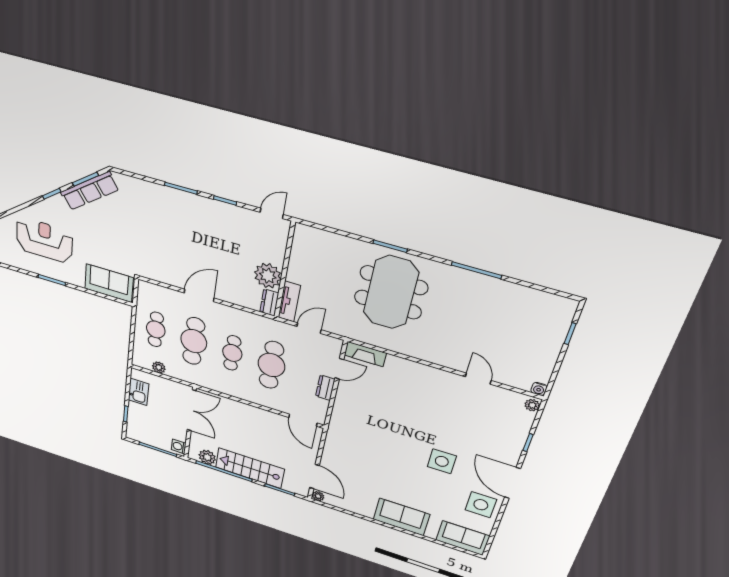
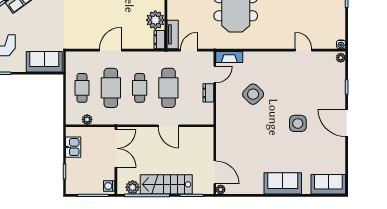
door: (303, 420) -> (169, 126), moved
side table: (481, 505) -> (253, 94), moved, turned 45

